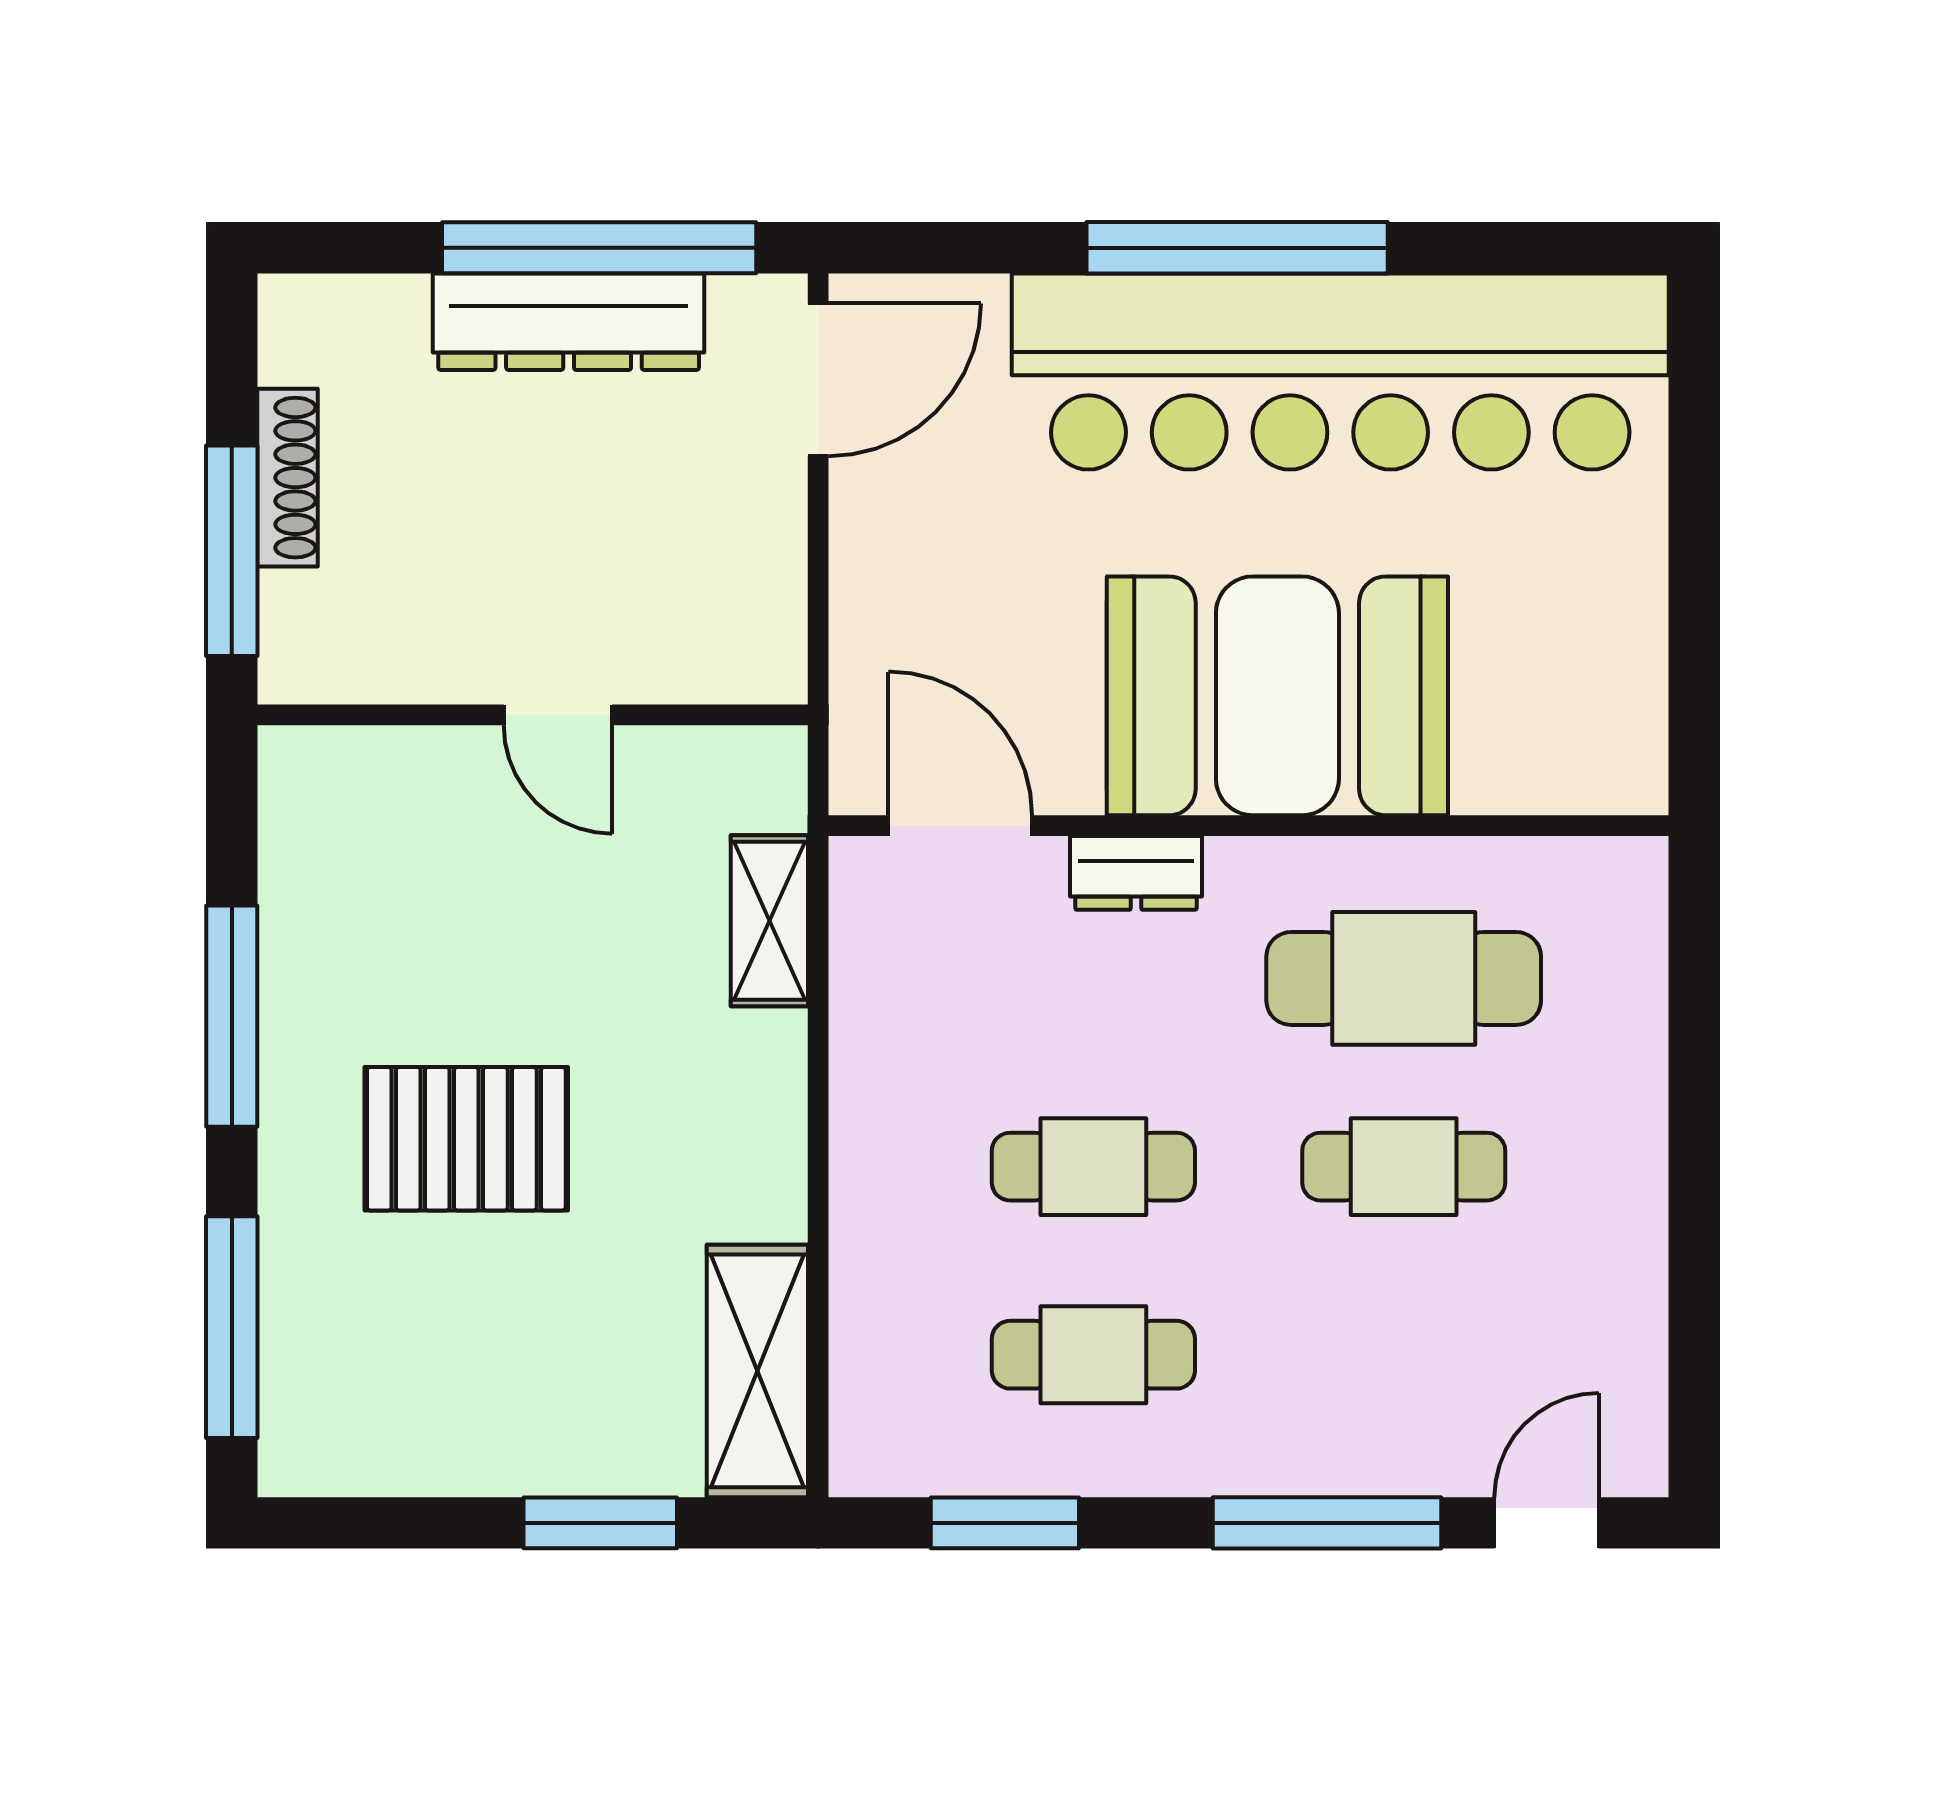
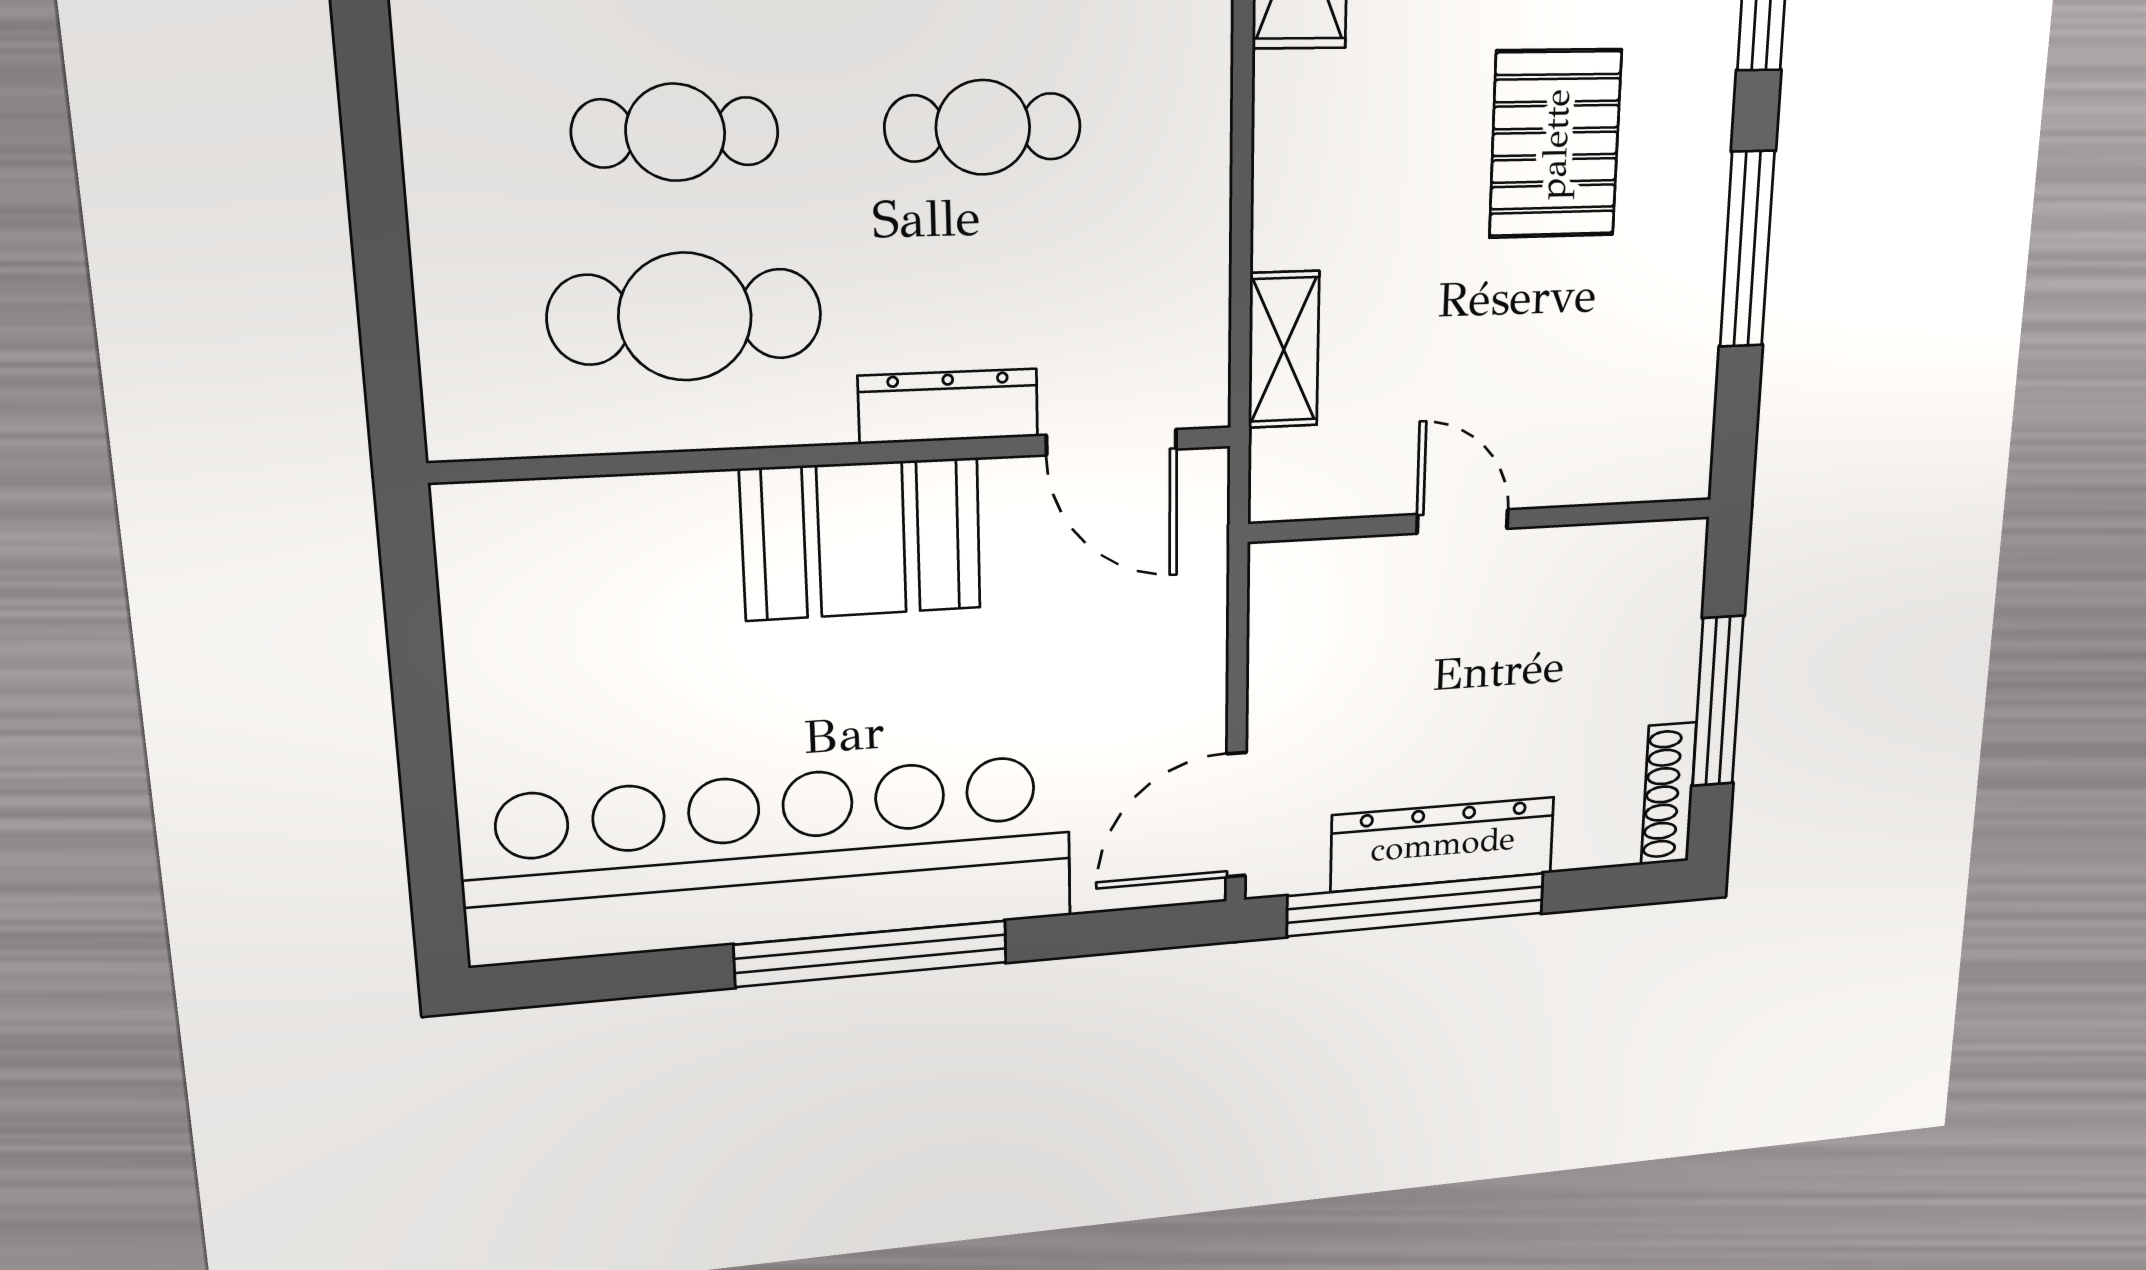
shoe rack: (288, 478) -> (1669, 794), moved
window: (232, 551) -> (1718, 701), moved
booth: (1277, 696) -> (862, 539), width x0.73, depth x0.70
dresser: (1136, 873) -> (948, 406), width x1.44
pallet: (466, 1139) -> (1555, 144), turned 90

